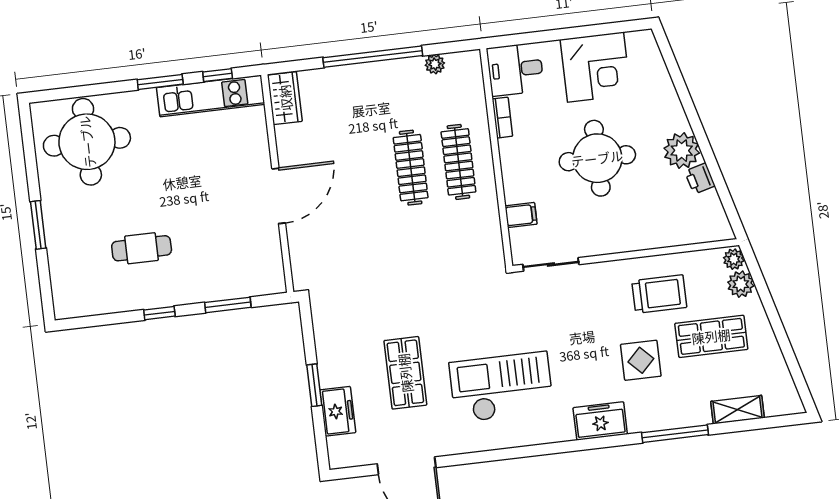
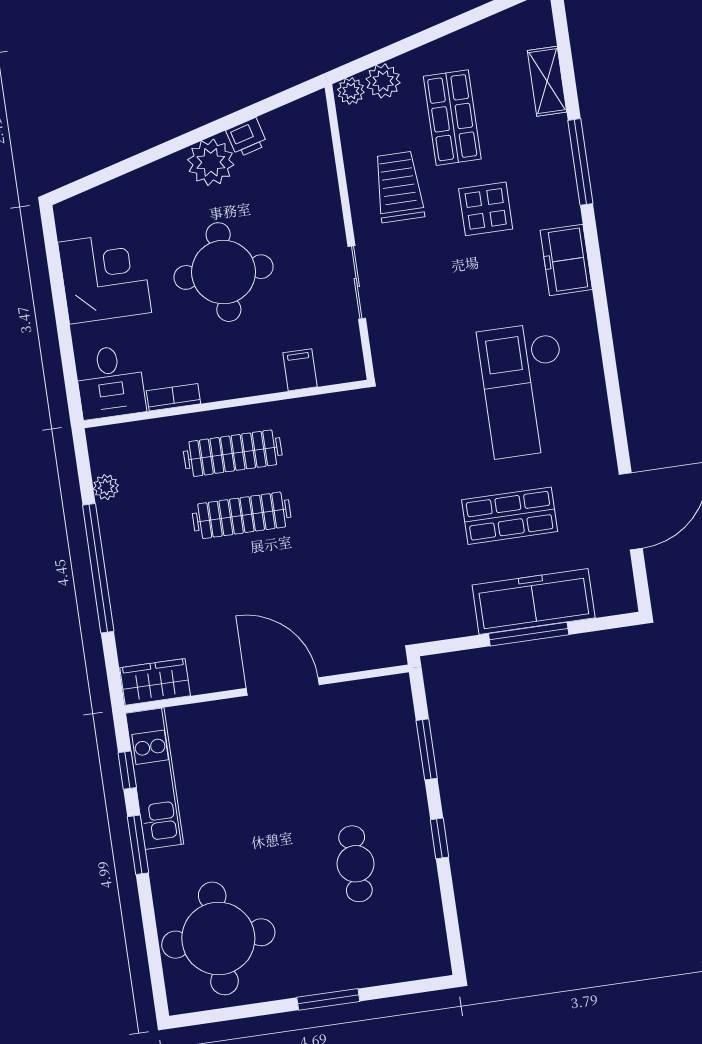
sliding door: (551, 264) -> (357, 282), moved
window: (314, 385) -> (529, 634), width x1.44
freezer: (338, 411) -> (534, 601), width x1.91, depth x1.26

